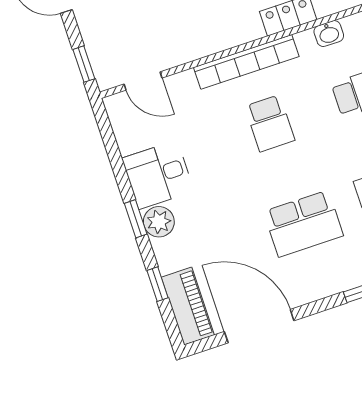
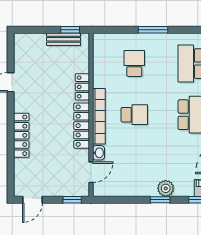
washbasin: (329, 34) -> (98, 153), moved
locker: (220, 37) -> (82, 126), added
desk: (158, 175) -> (141, 181), removed

